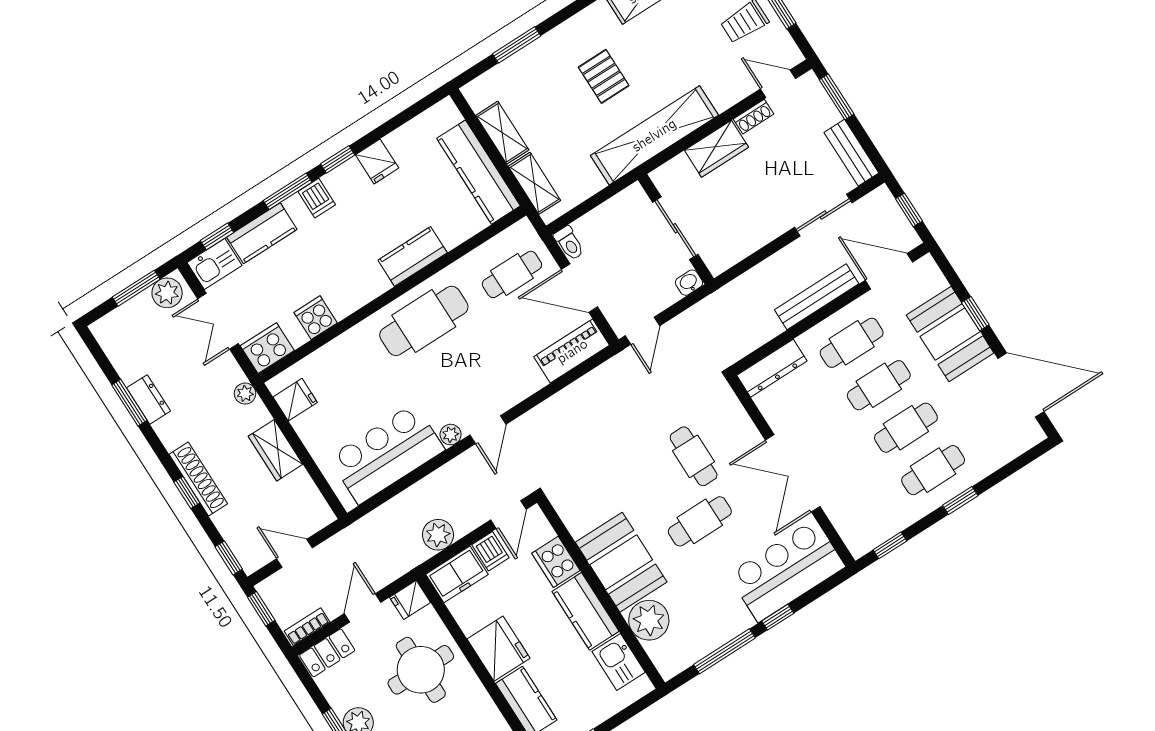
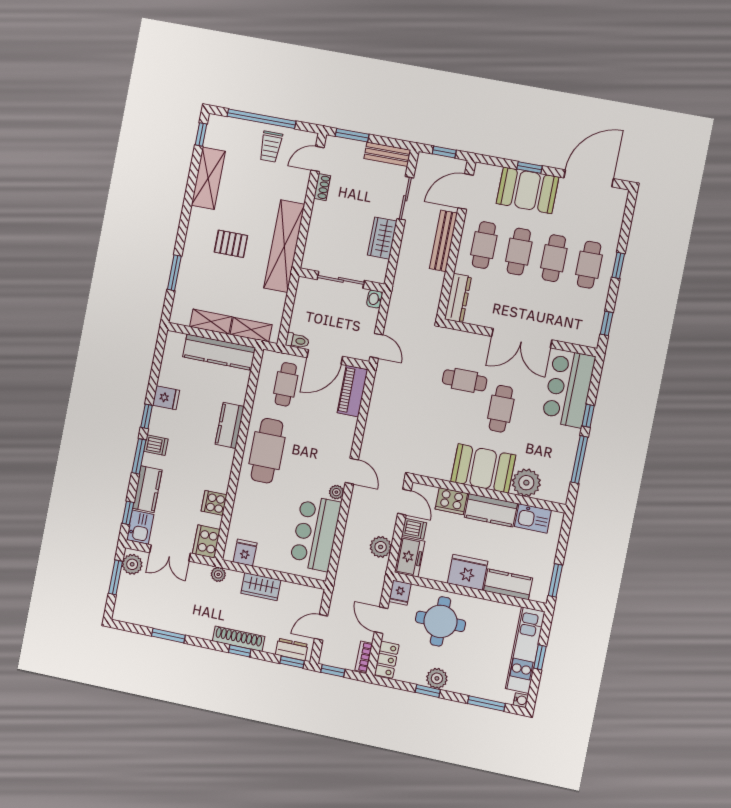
wardrobe: (717, 149) -> (382, 238), moved, turned 180
dresser: (148, 399) -> (292, 649), moved

